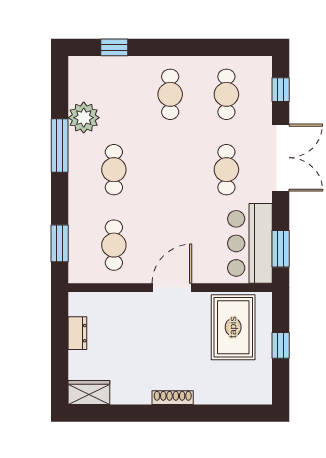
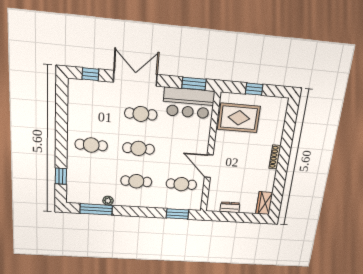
cafe table: (226, 94) -> (139, 148), moved
plant: (84, 118) -> (108, 201), width x0.53, depth x0.53
window: (60, 145) -> (96, 209), moved
door: (172, 288) -> (209, 166), moved

